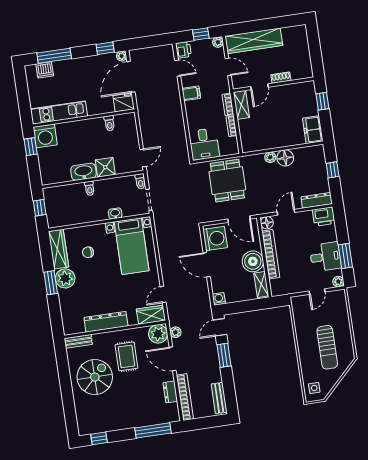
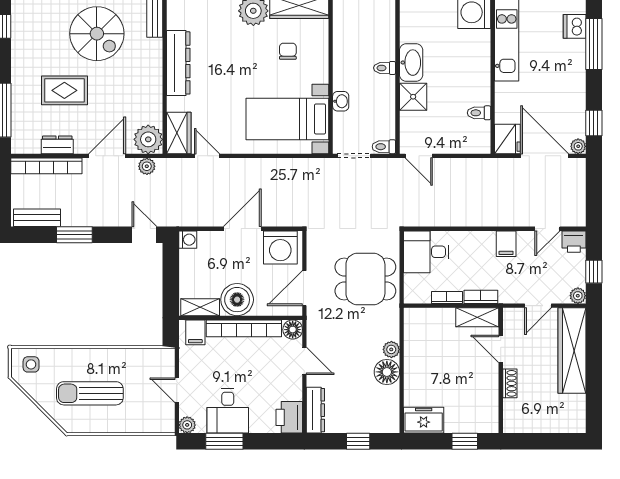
filing cabinet: (278, 285) -> (195, 332), added
window: (224, 355) -> (74, 235), moved
rug: (126, 356) -> (64, 90), moved

